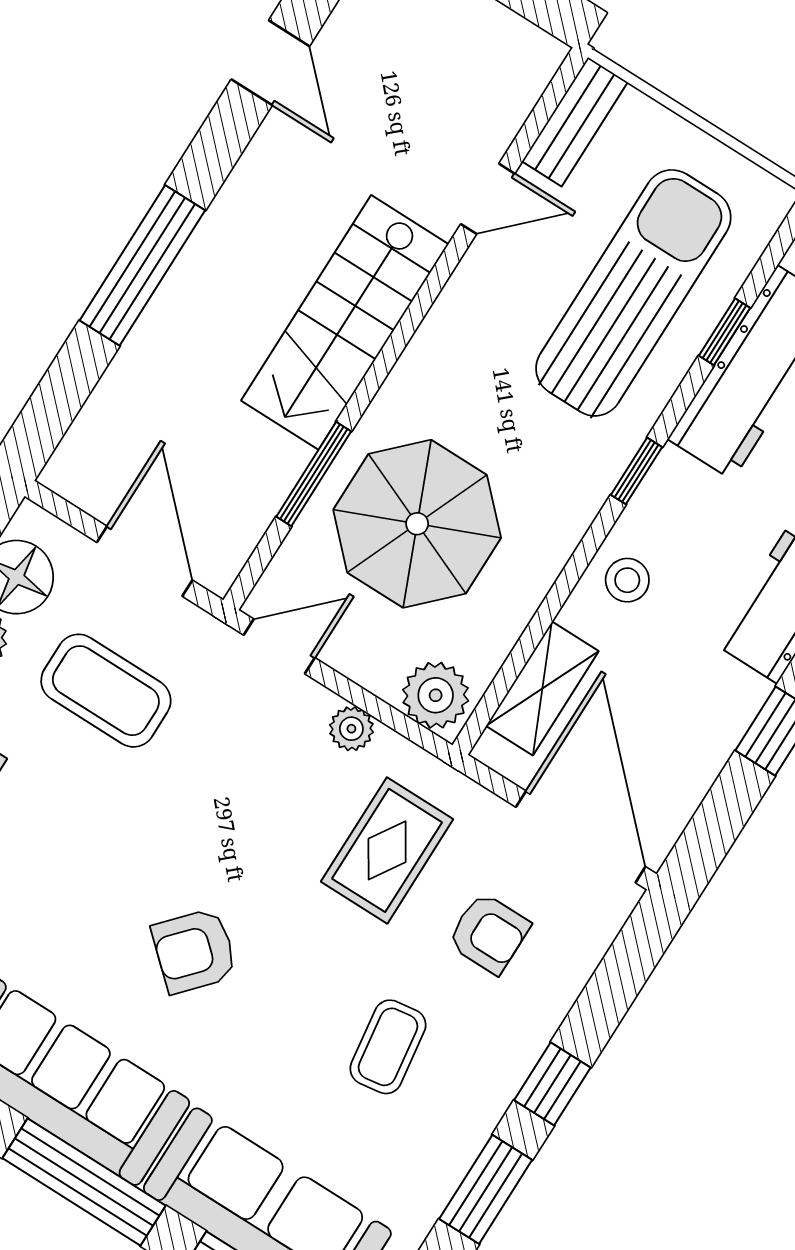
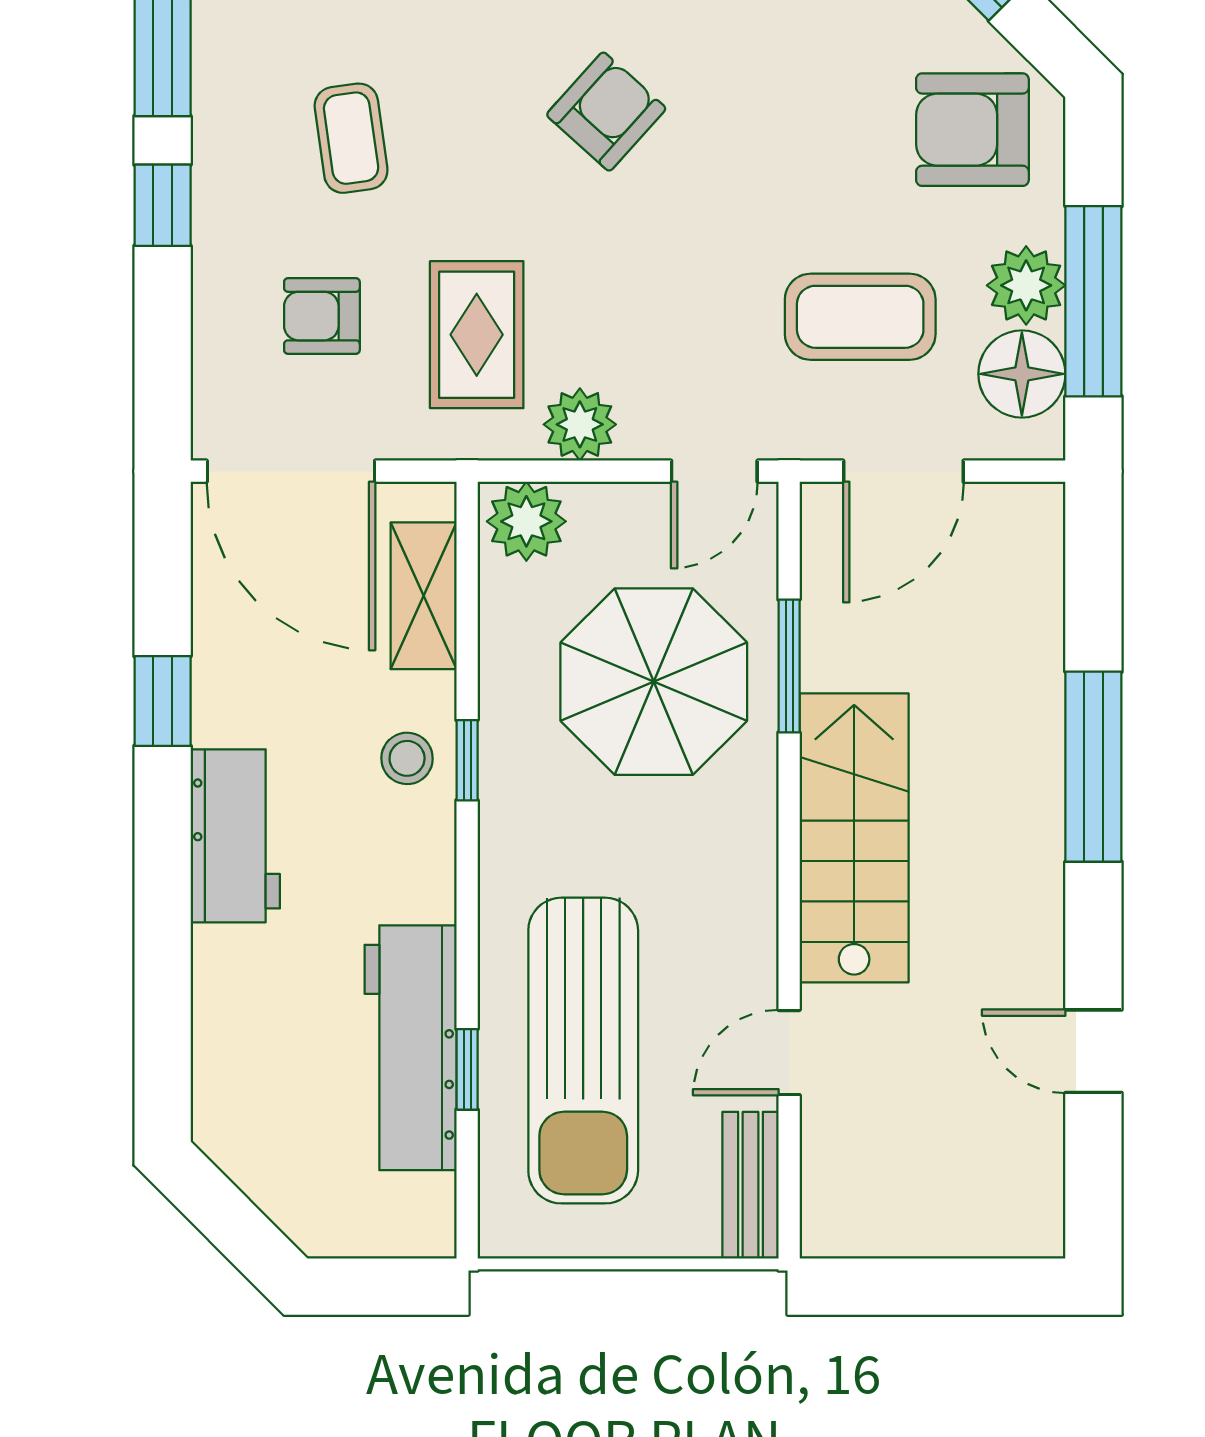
window: (636, 471) -> (467, 760), moved
door: (145, 561) -> (903, 471), hinge flipped
plant: (351, 729) -> (580, 424), width x1.38, depth x1.38

